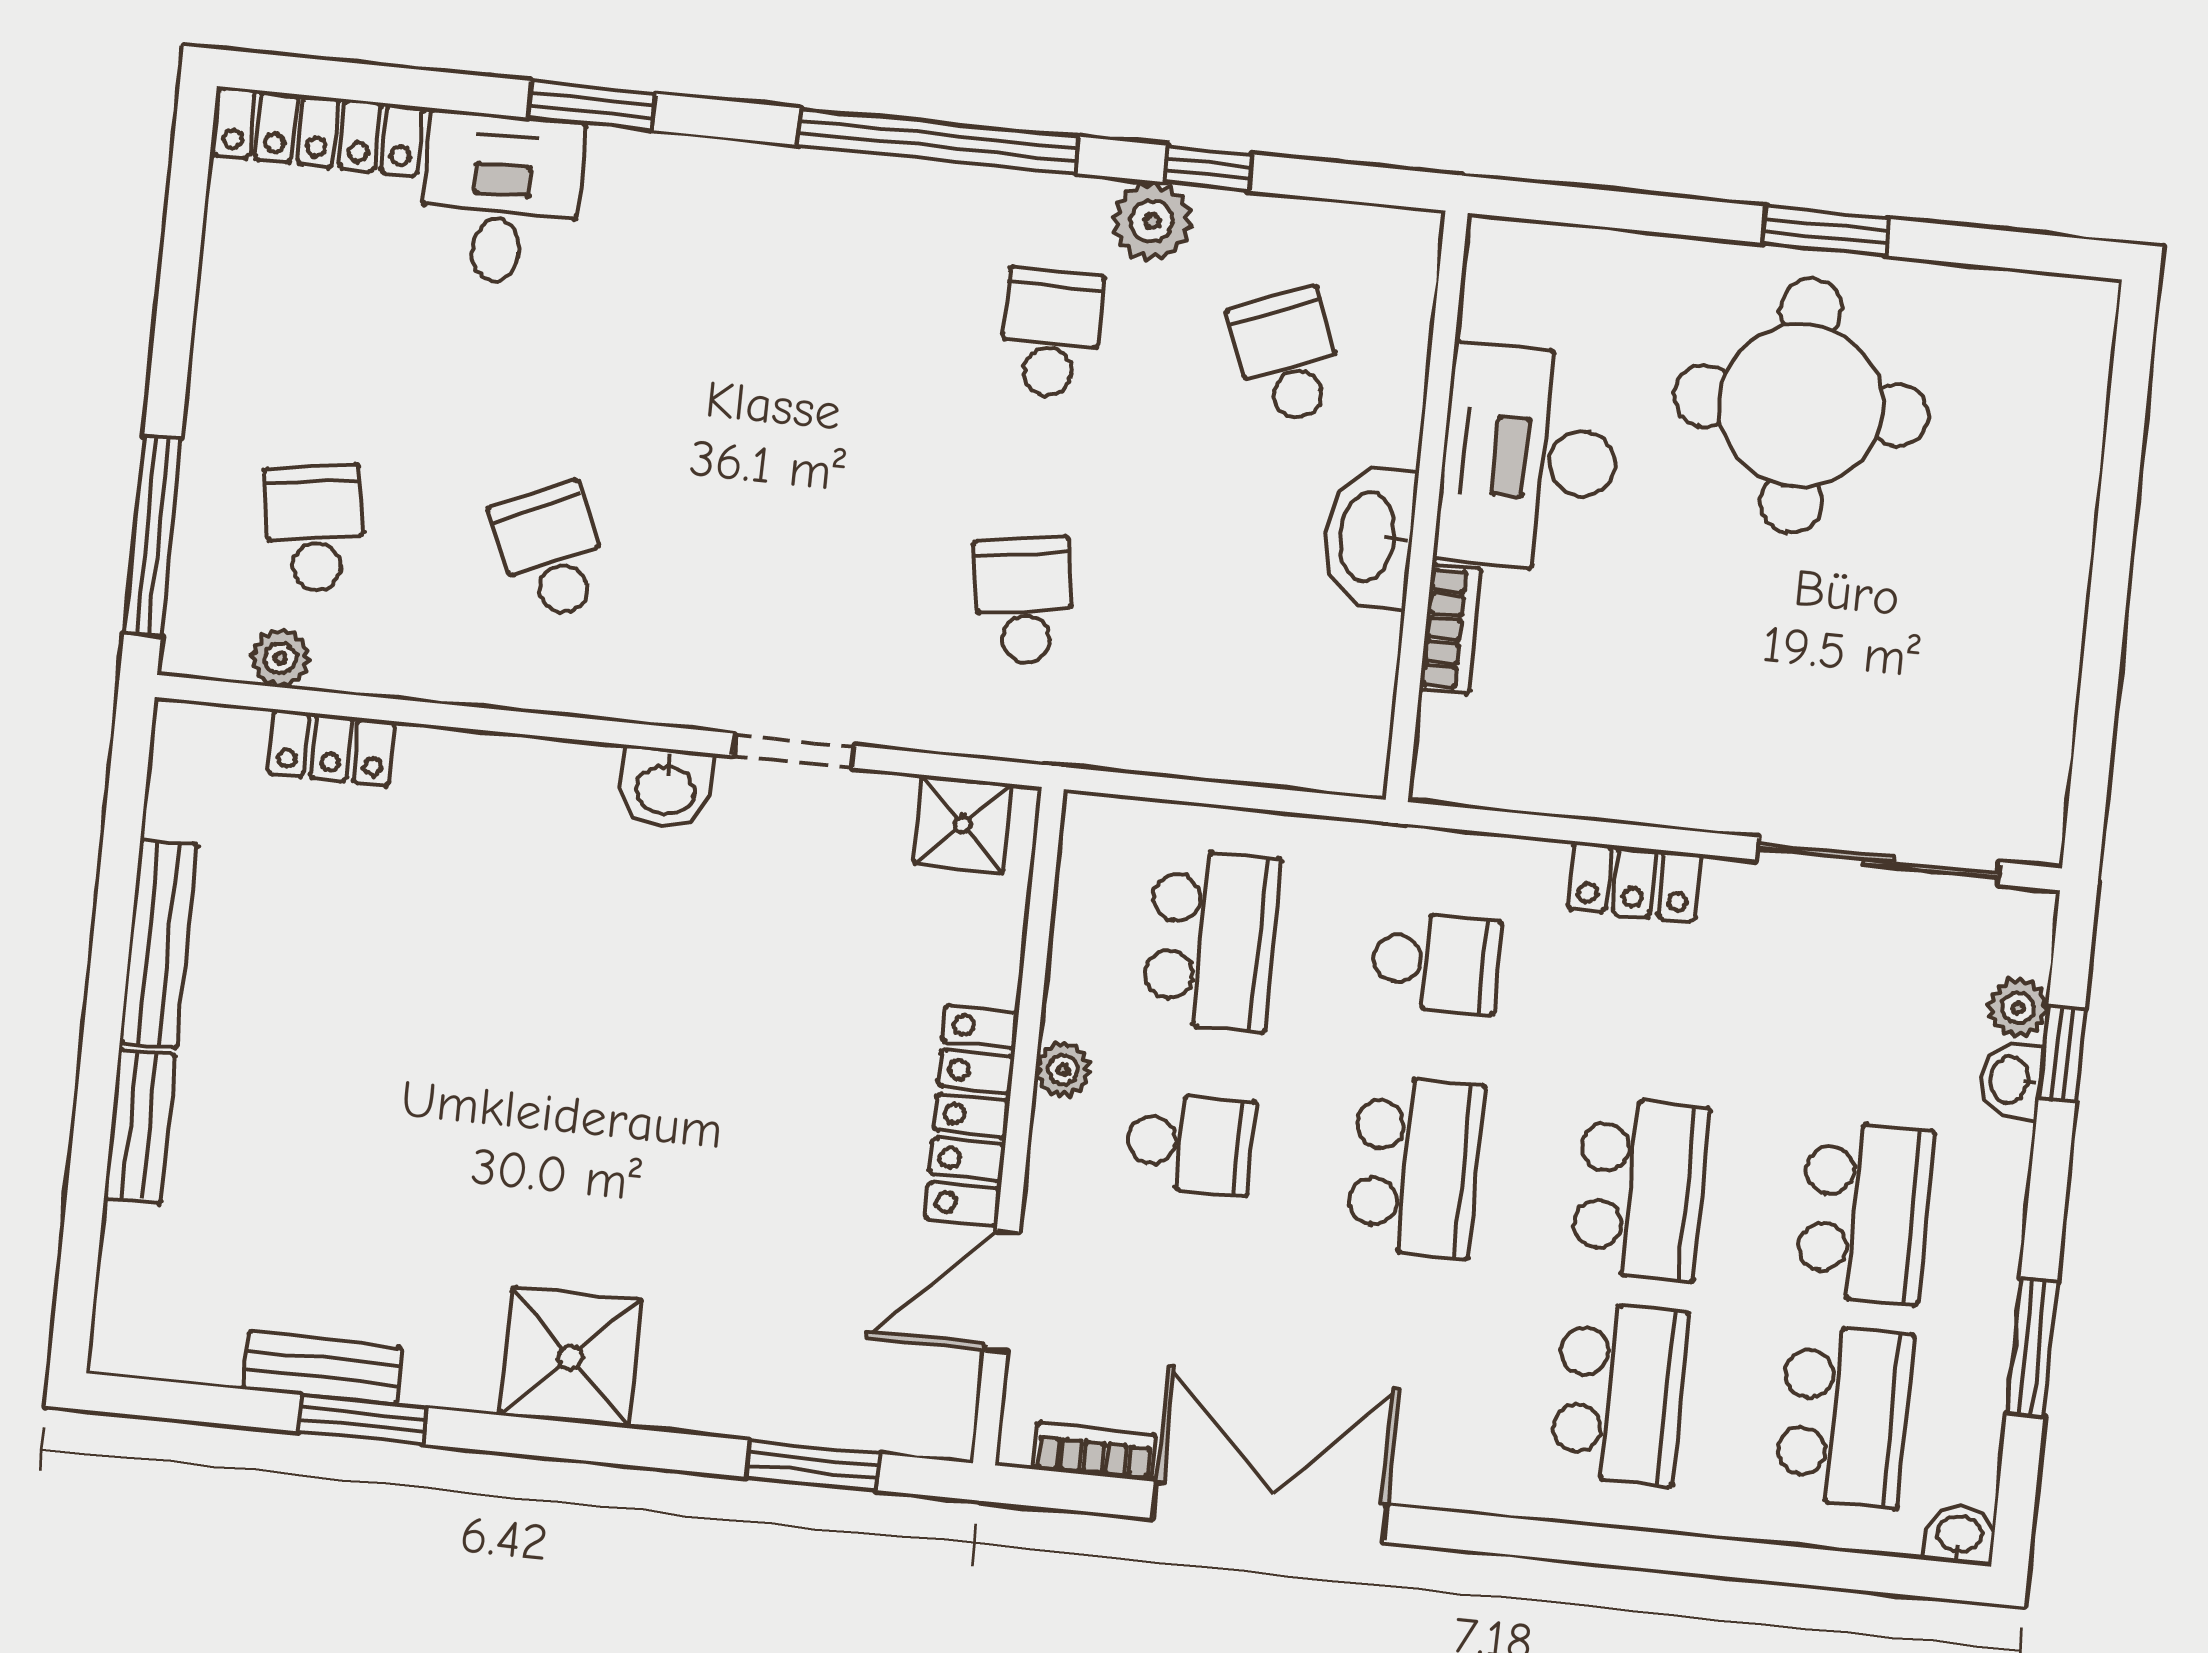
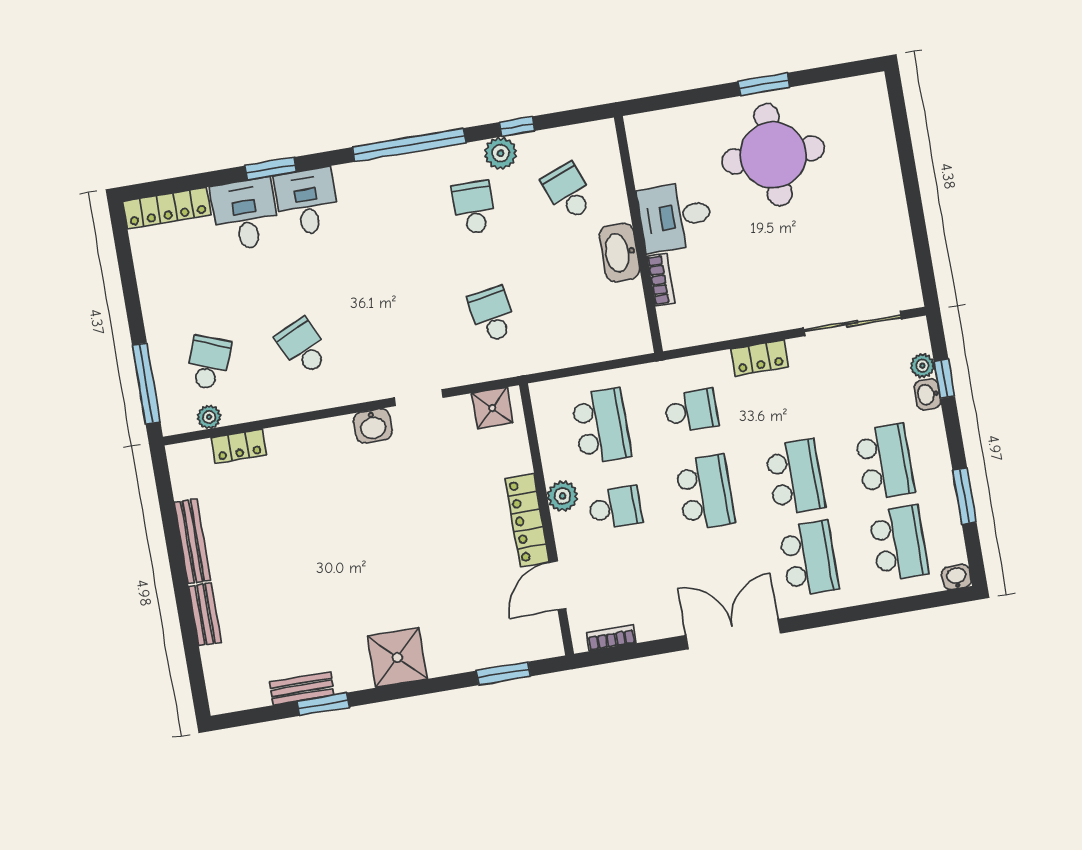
desk: (656, 209) -> (307, 202), added
desk: (1529, 458) -> (675, 217), width x0.73
school desk: (315, 528) -> (209, 363), turned 30
plant: (1063, 1070) -> (562, 496), width x1.38, depth x1.38
double door: (1270, 1512) -> (733, 634), moved

